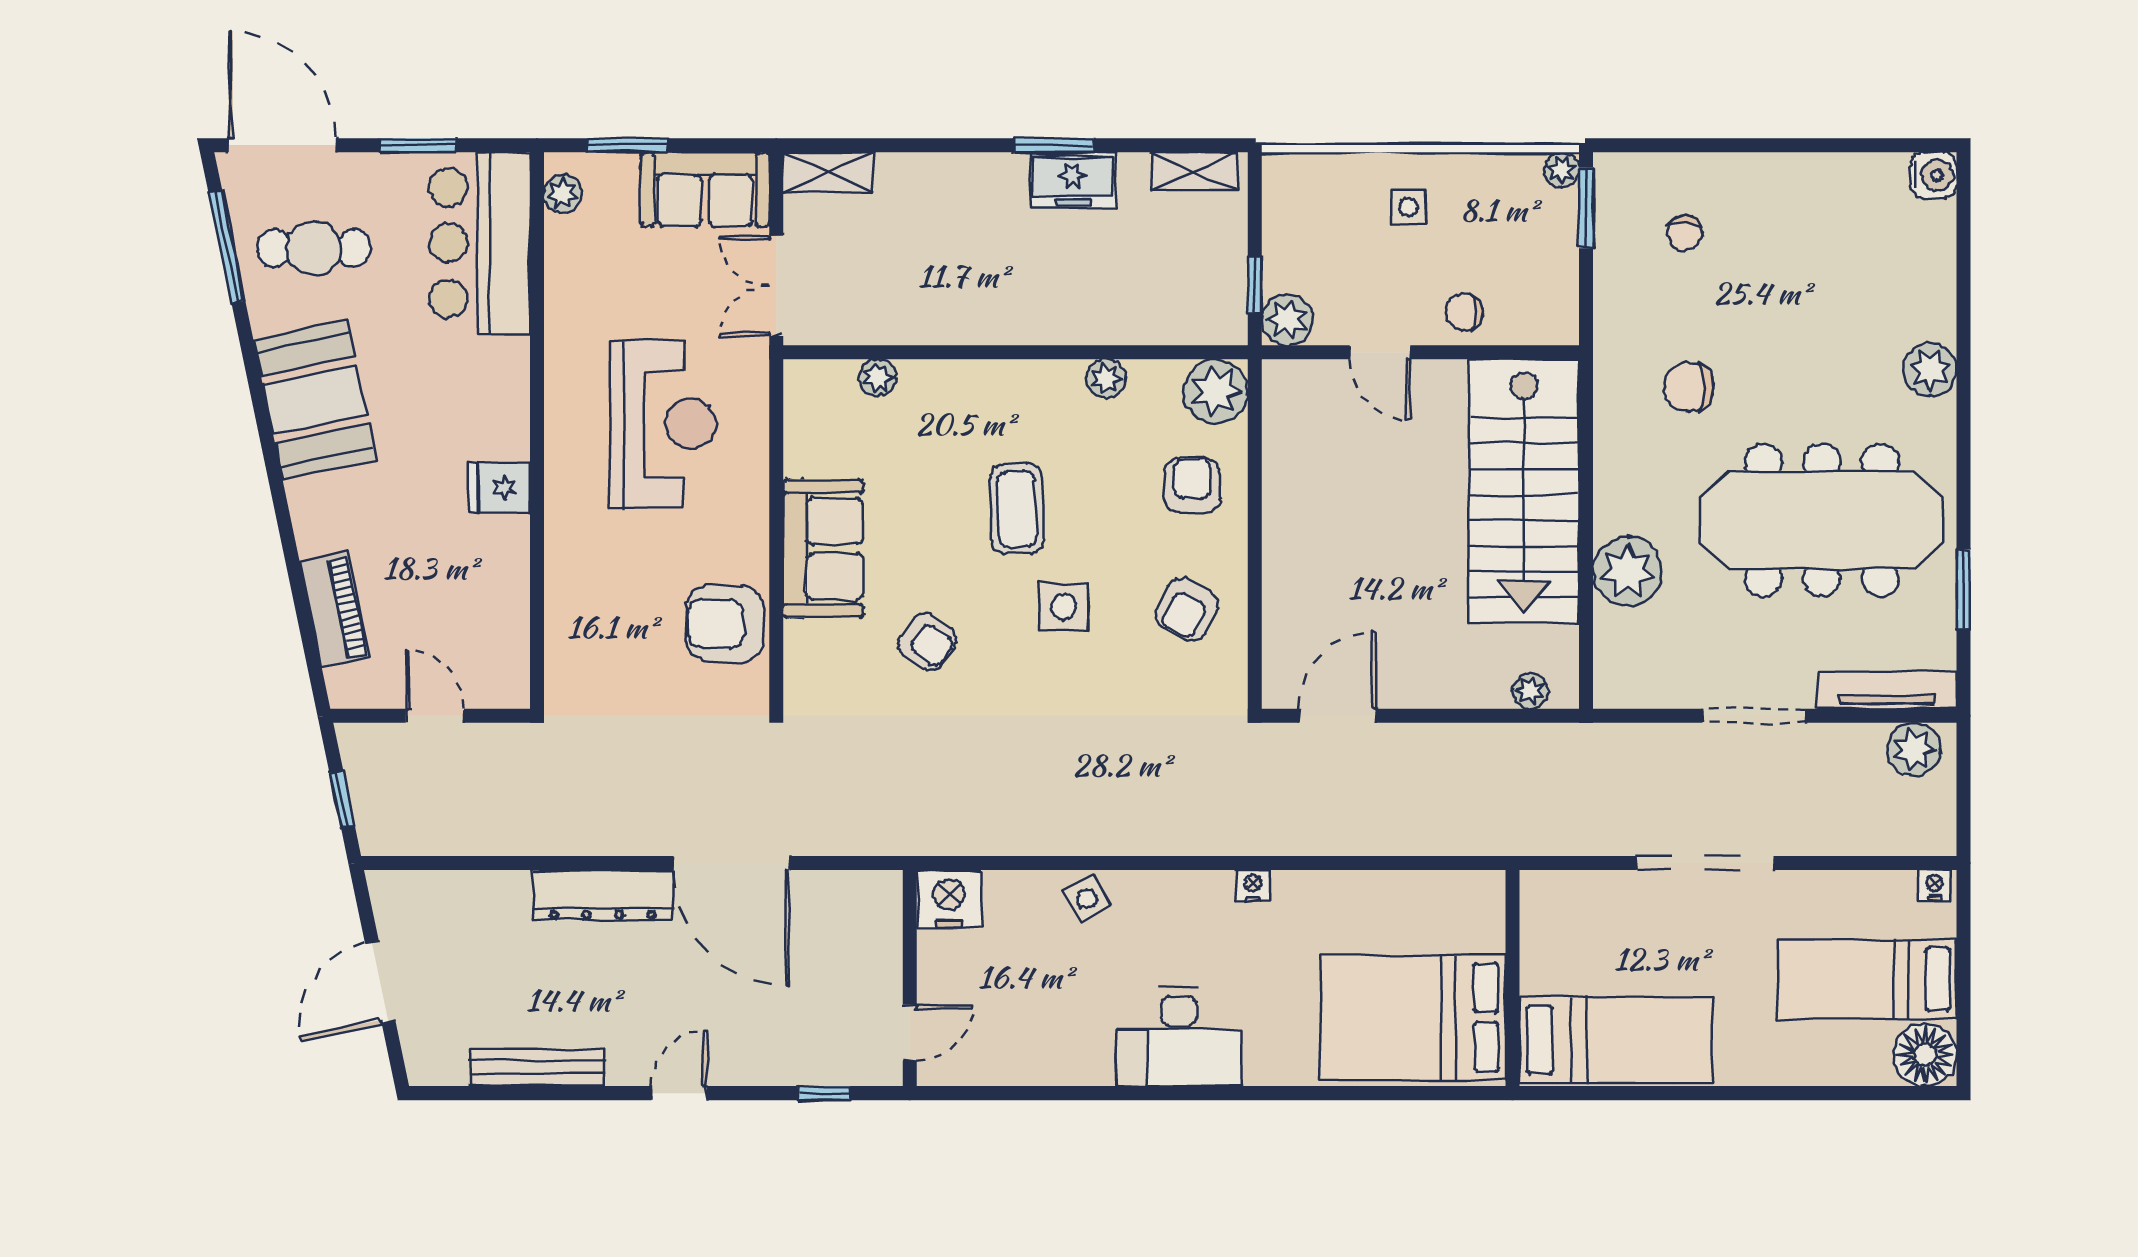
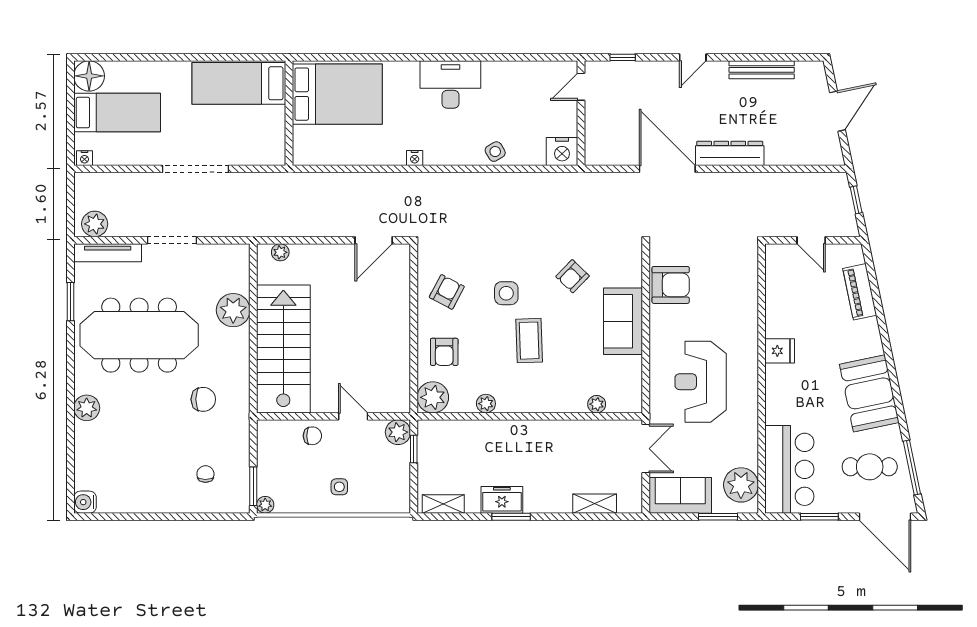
shelving: (828, 172) -> (595, 504), moved
plant: (563, 194) -> (741, 485), width x1.88, depth x1.88
armchair: (927, 642) -> (573, 276), turned -83

